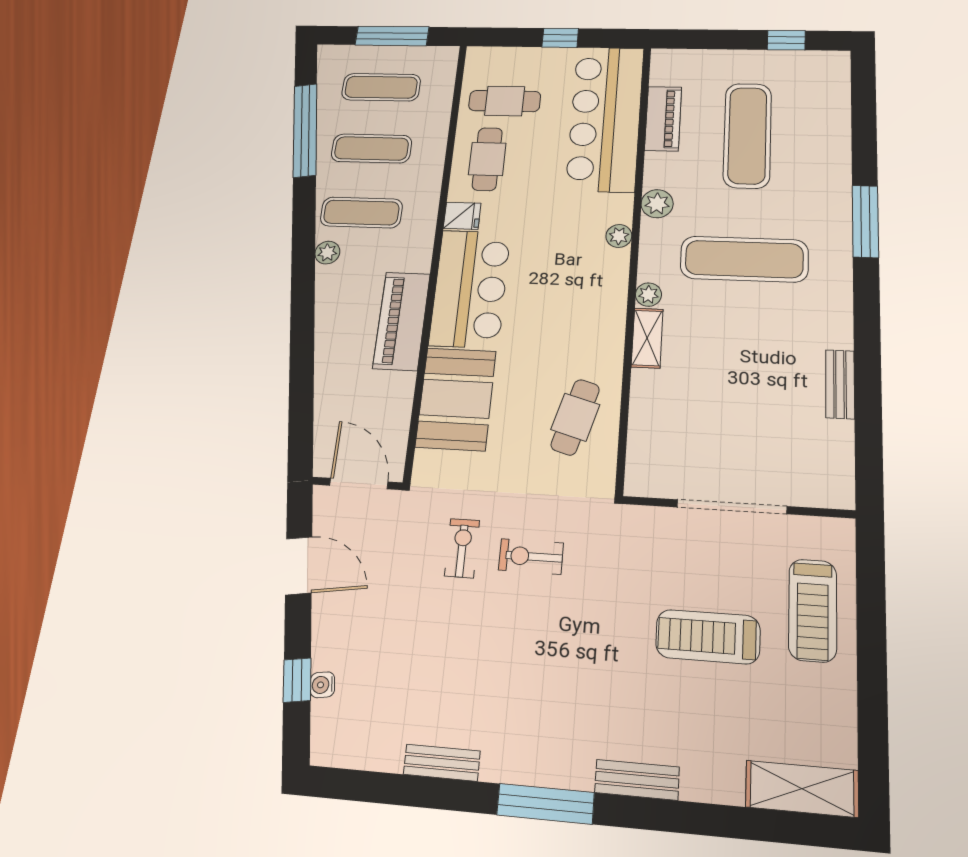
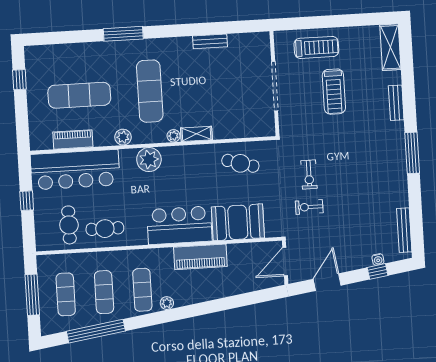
fridge: (462, 216) -> (139, 236), removed
plant: (619, 236) -> (149, 160), width x1.88, depth x1.88
bench: (442, 763) -> (404, 230), moved, width x1.36
bench: (637, 780) -> (396, 103), moved

